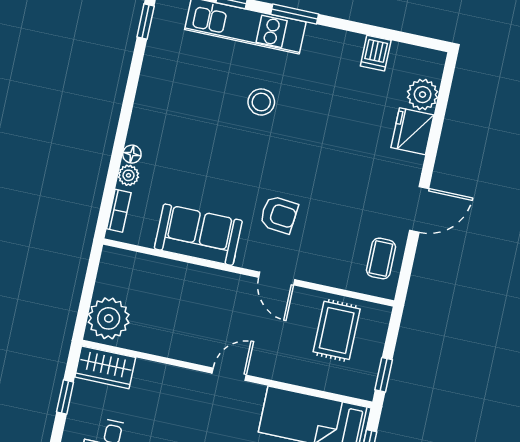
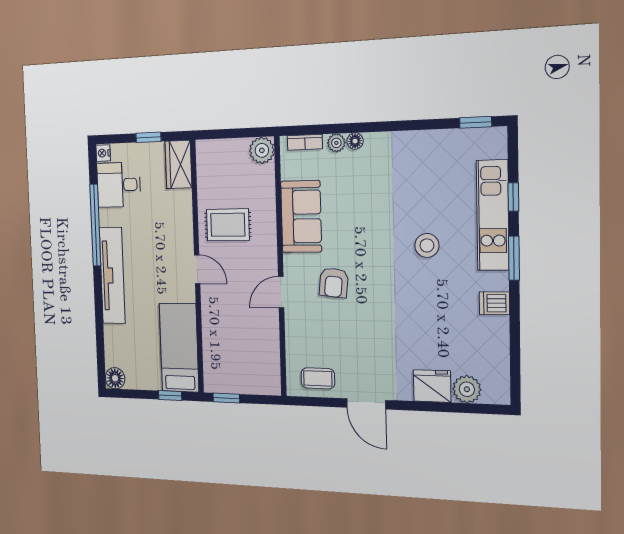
dishwasher: (376, 53) -> (494, 303), moved
plant: (109, 318) -> (262, 150), moved, width x0.73, depth x0.73
rug: (337, 330) -> (228, 225), moved

